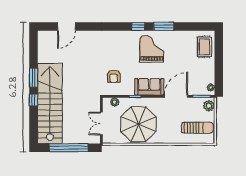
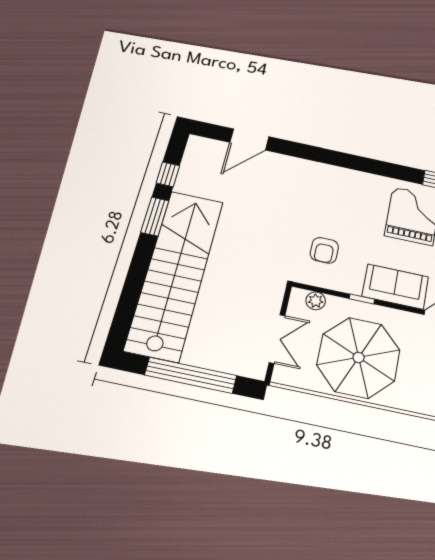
window: (138, 26) -> (393, 171), removed
window: (34, 100) -> (168, 174), moved
double door: (101, 124) -> (277, 339), swing flipped

